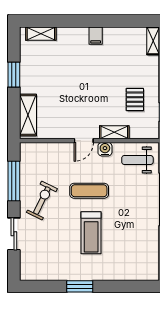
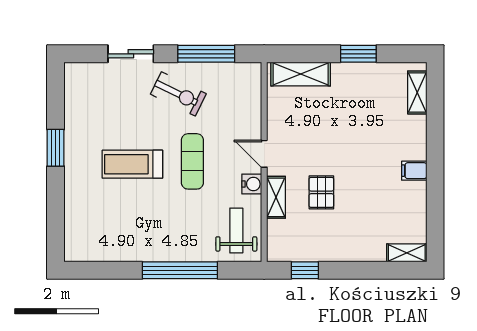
pallet: (135, 99) -> (321, 192), moved, turned 90

